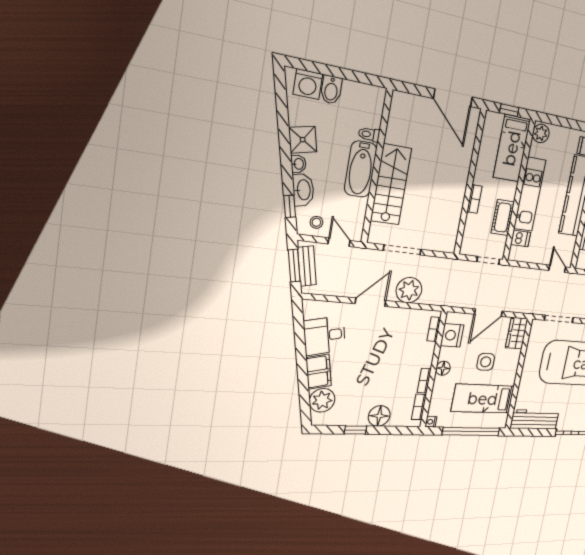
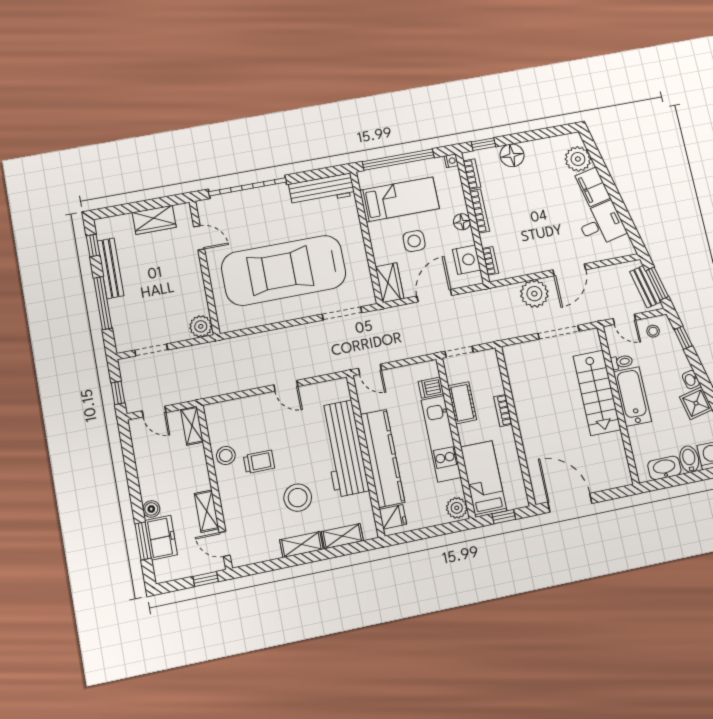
toilet: (369, 134) -> (622, 362), moved
washbasin: (303, 190) -> (664, 468), moved, turned 103
bookcase: (424, 381) -> (480, 211), width x1.56
window: (355, 430) -> (483, 144), moved

